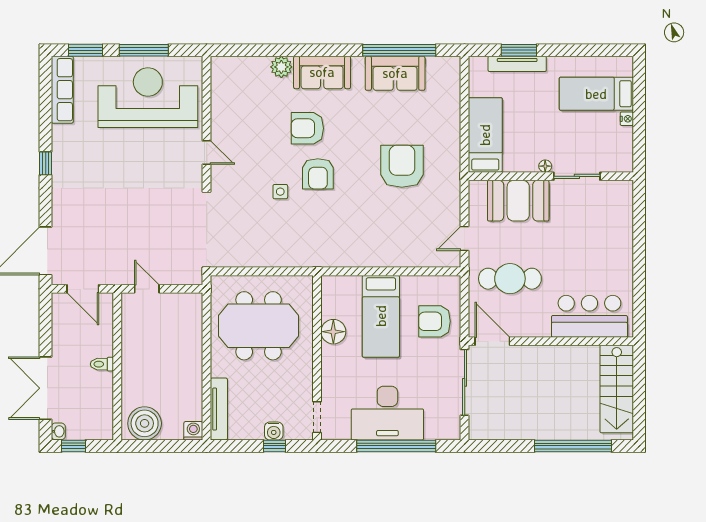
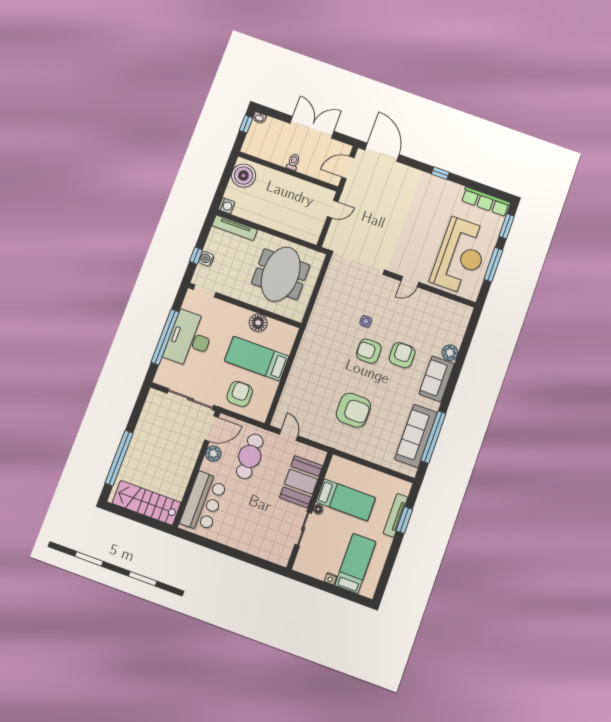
sofa: (395, 73) -> (416, 436), width x1.36
bed: (485, 135) -> (346, 500), moved
plant: (523, 327) -> (213, 454), added
double door: (46, 388) -> (312, 127), moved

